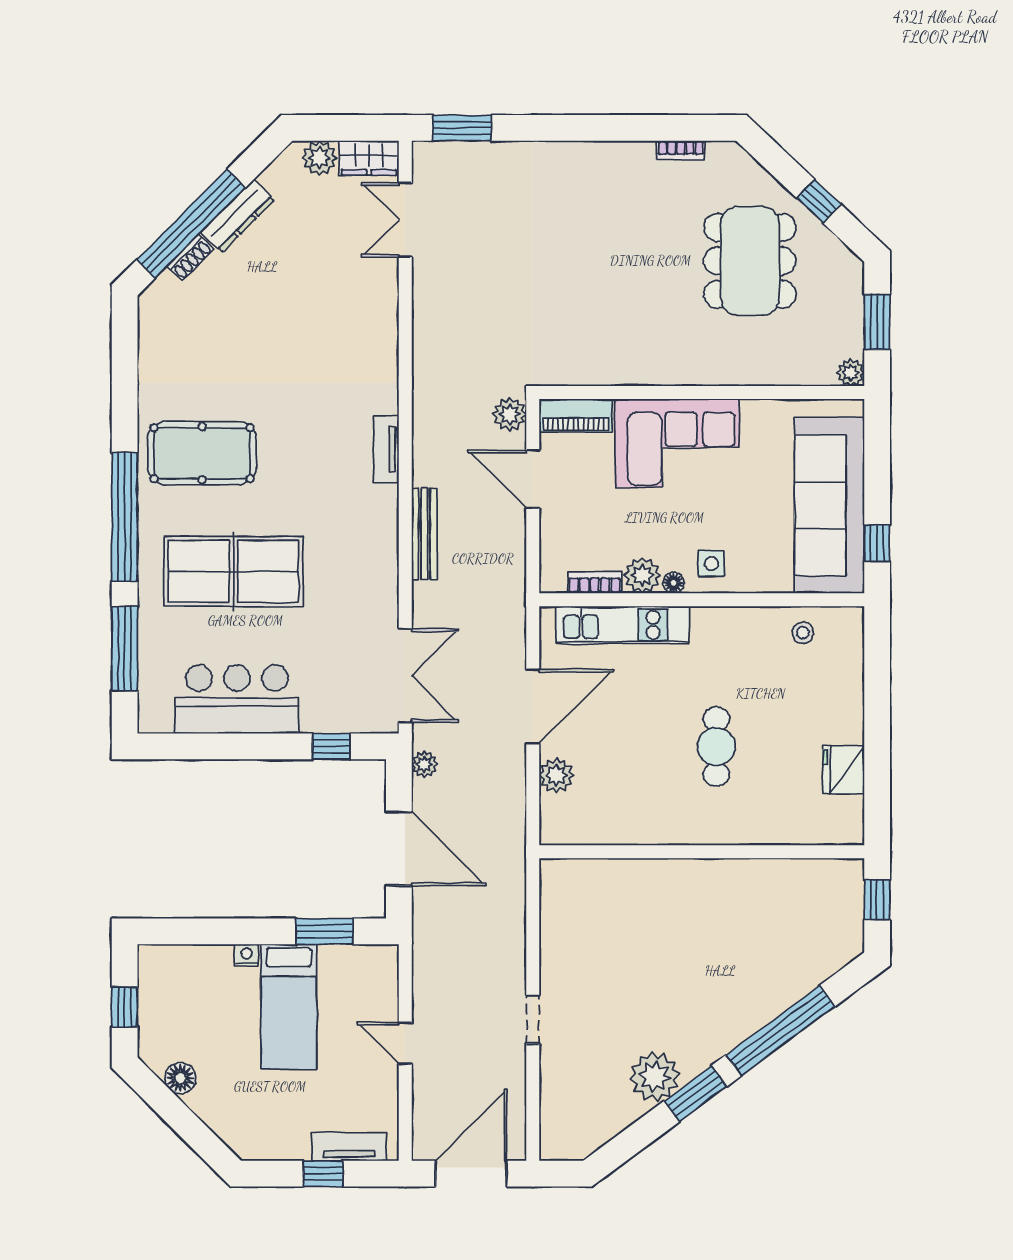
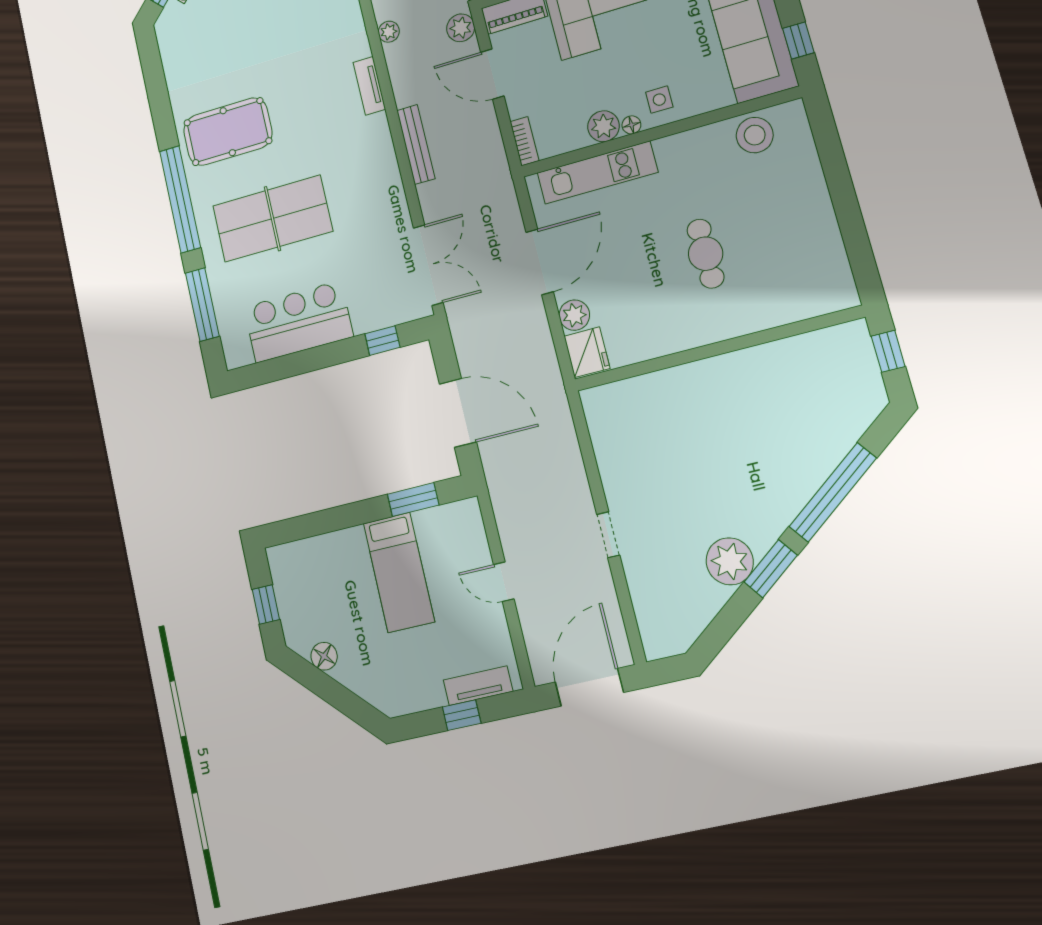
bookcase: (595, 583) -> (524, 141), moved, turned 90
stool: (803, 633) -> (755, 135), width x1.89, depth x1.89
plant: (424, 764) -> (389, 32), moved
fridge: (843, 770) -> (587, 352), moved, turned 180
nightstand: (247, 955) -> (354, 536), removed

